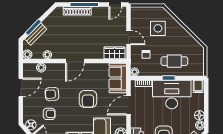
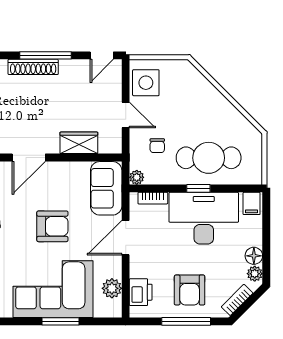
side table: (158, 28) -> (146, 83), moved
wardrobe: (114, 53) -> (79, 143), moved
cafe table: (174, 61) -> (209, 158), width x1.37, depth x1.35
armchair: (88, 99) -> (52, 226), turned -90

